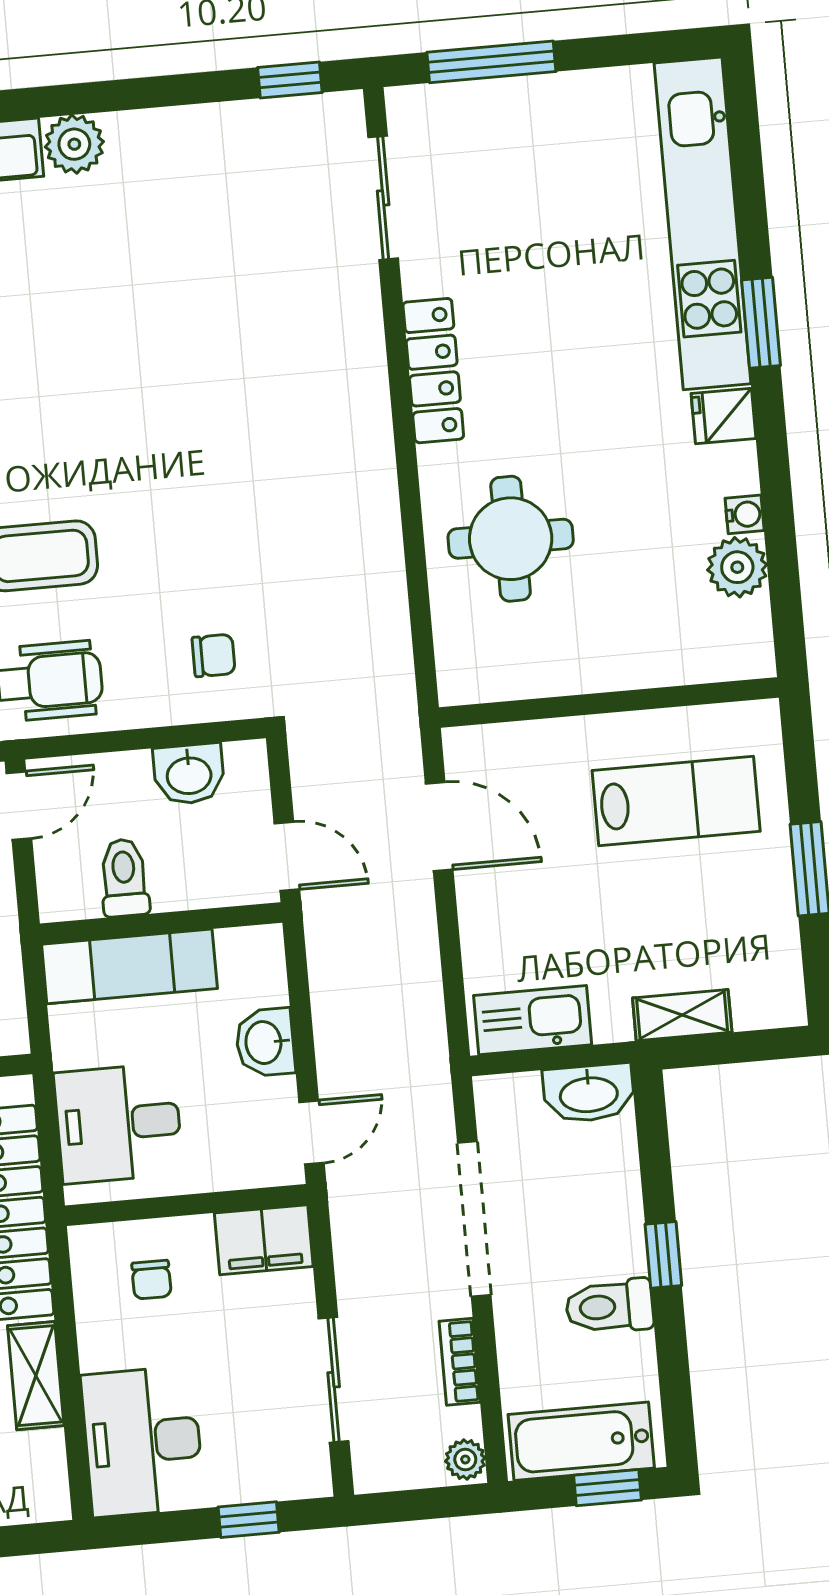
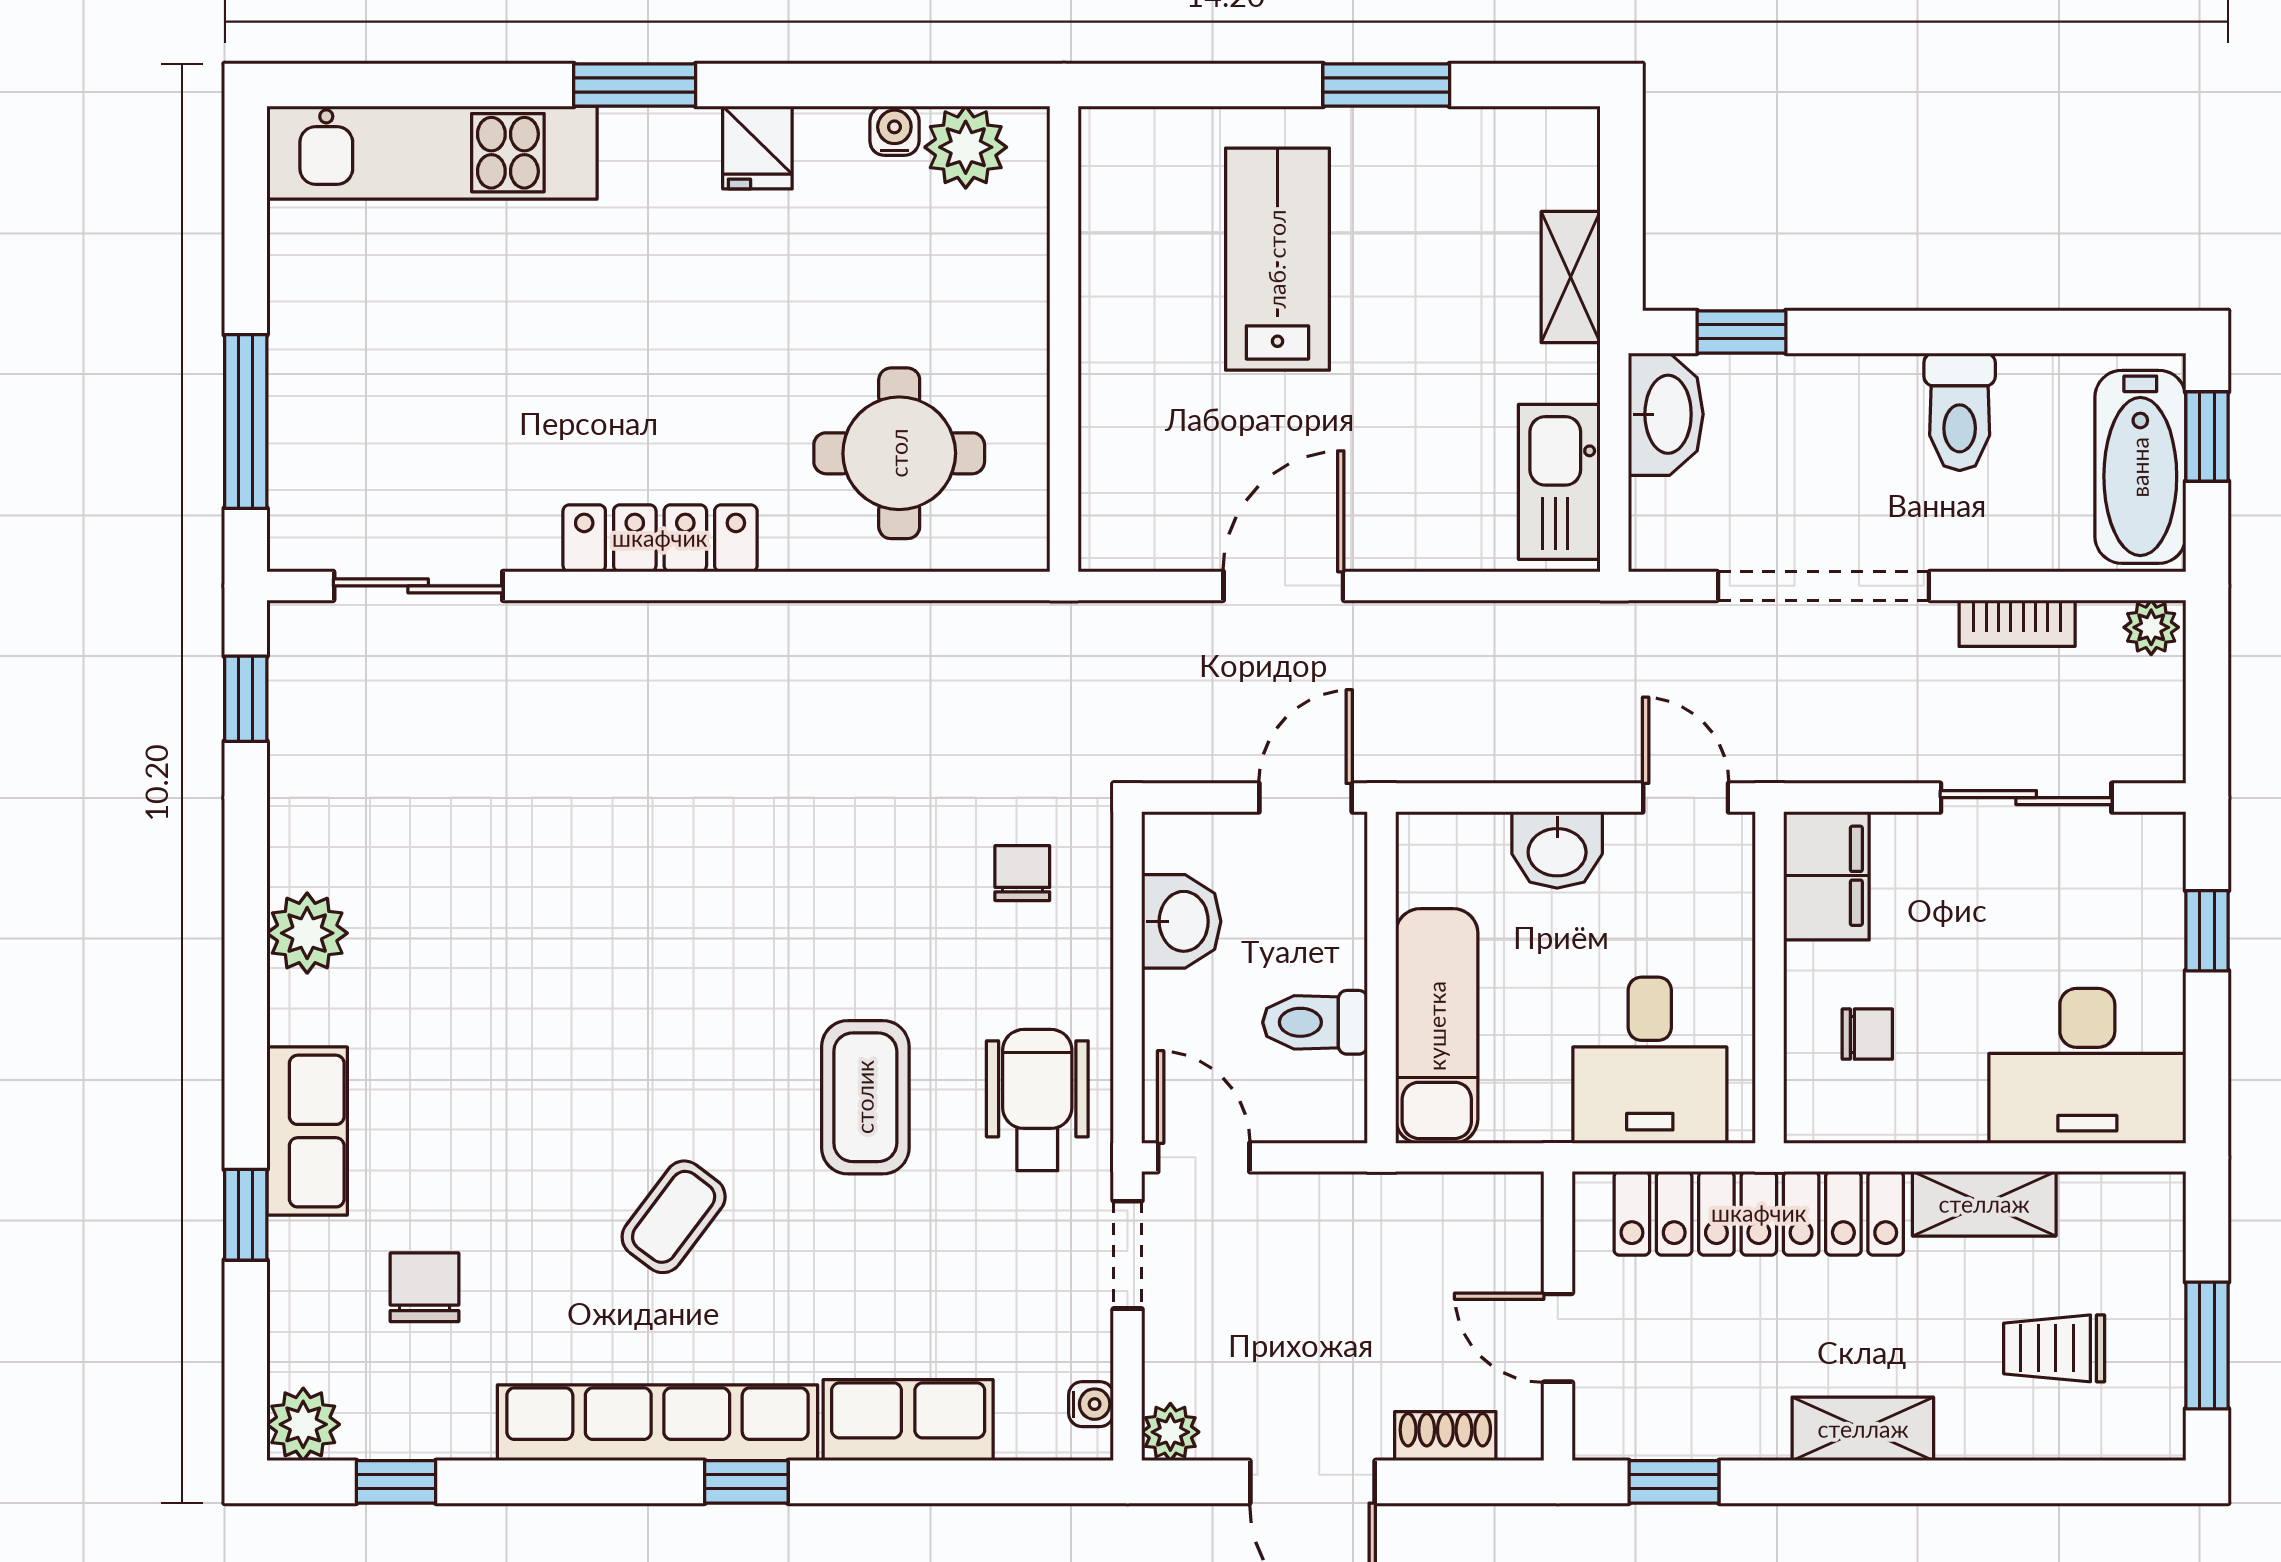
plant: (74, 144) -> (307, 933), moved
kitchen unit: (703, 223) -> (432, 153), width x0.73
wall: (609, 702) -> (1064, 339), moved
window: (663, 1255) -> (1741, 332), moved

